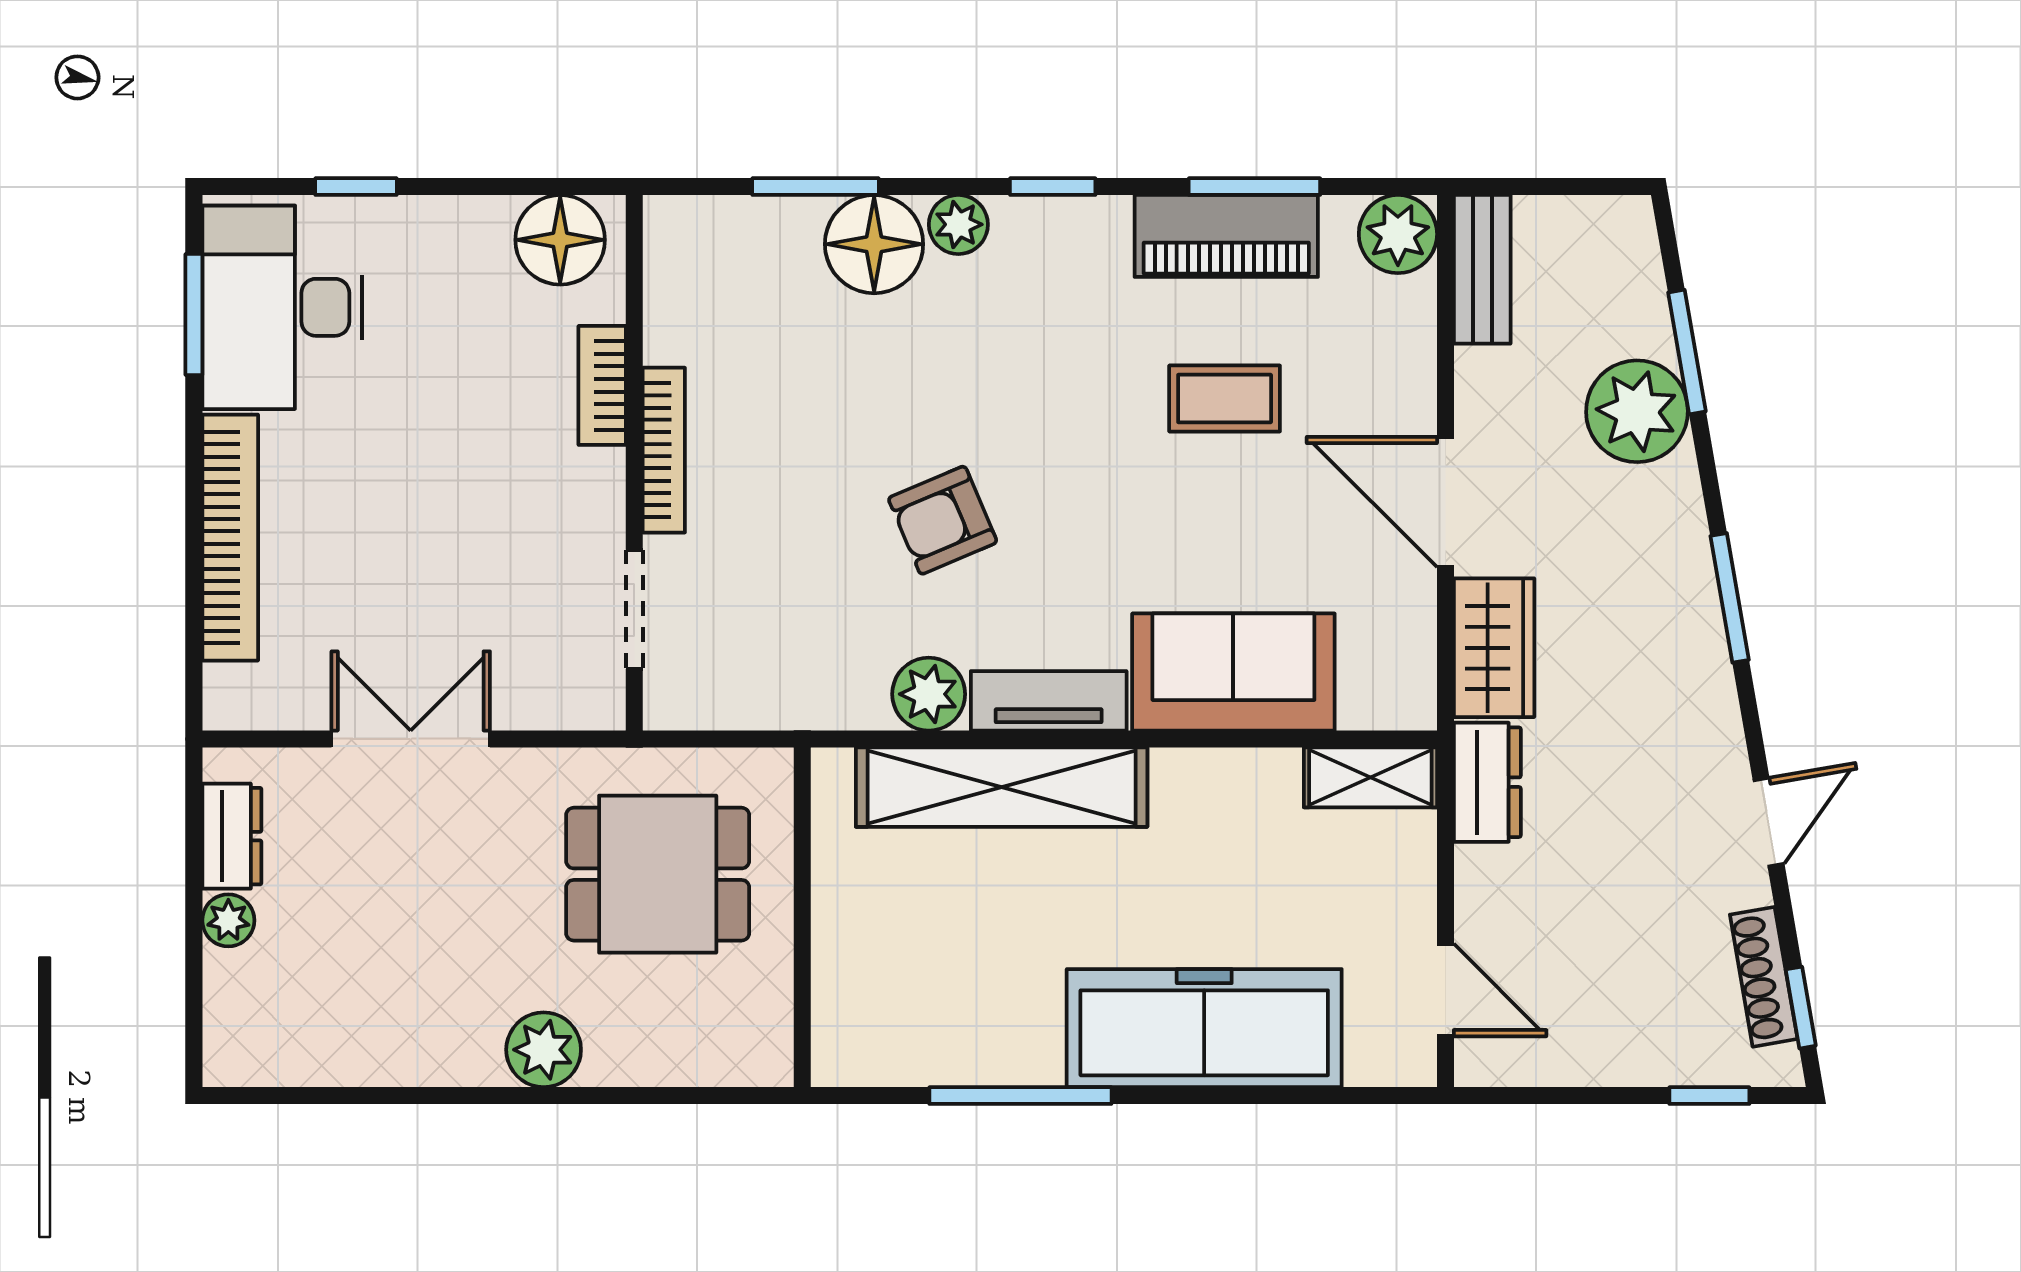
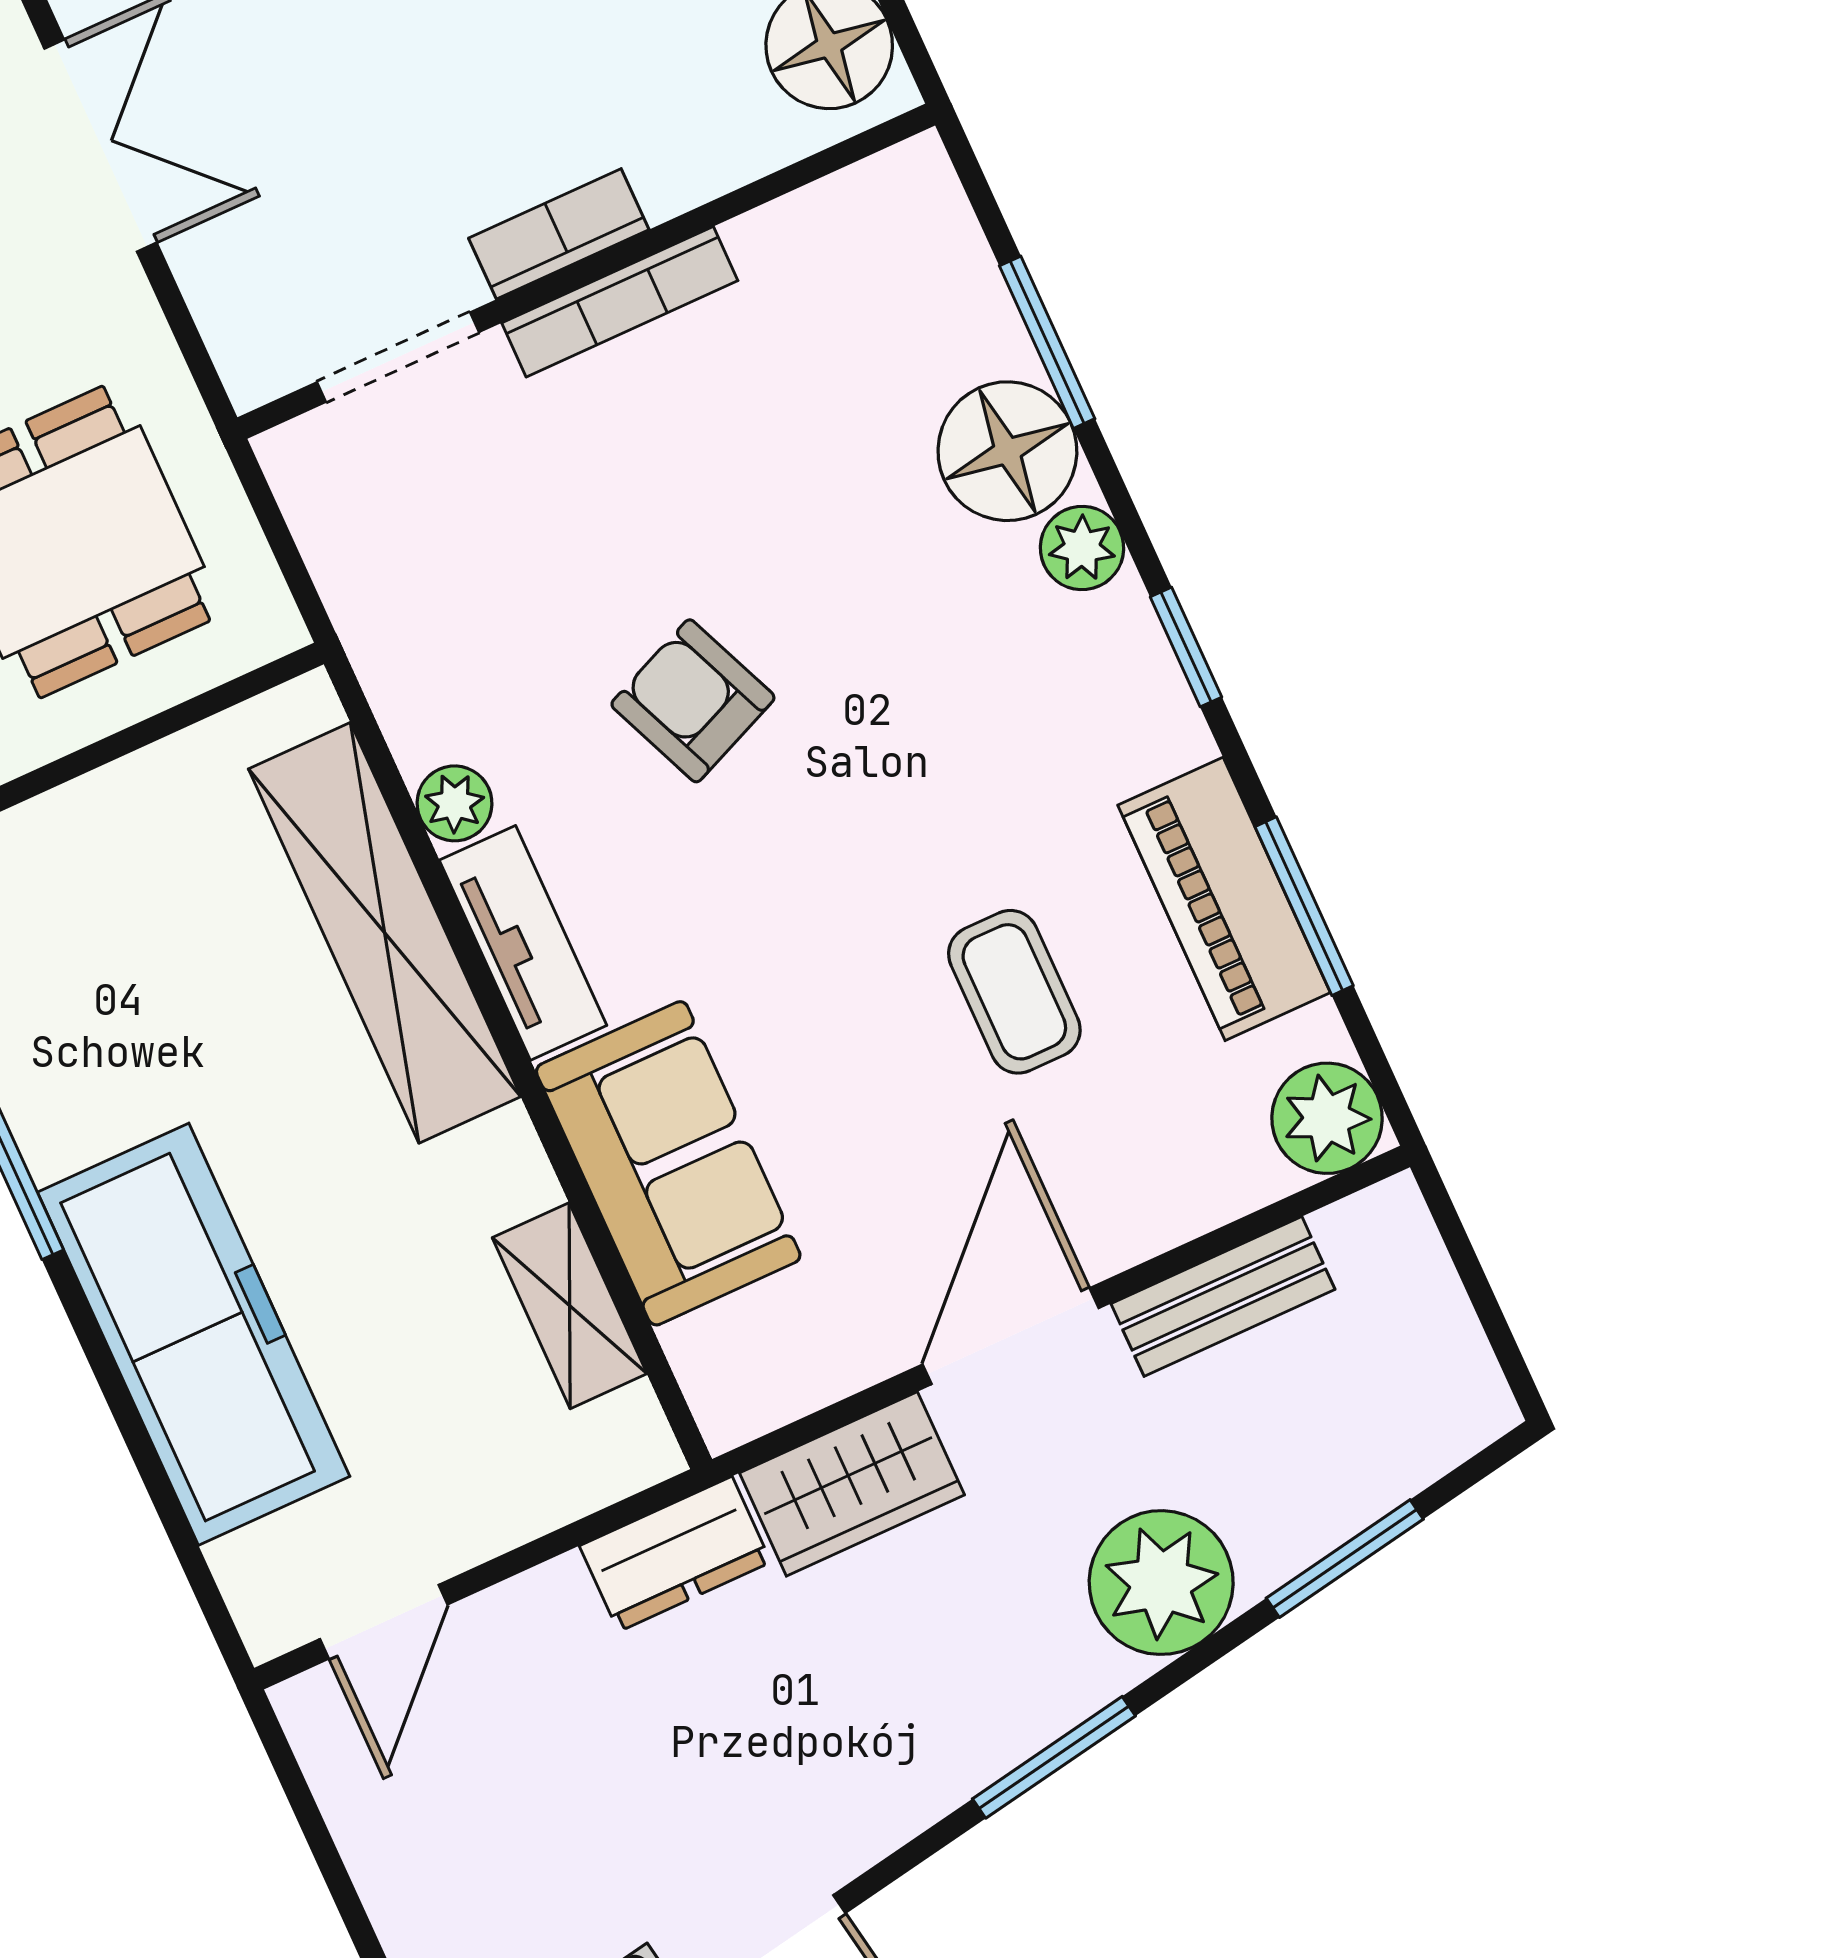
bench: (1482, 269) -> (1223, 1296), moved
bookcase: (602, 385) -> (559, 234), moved
plant: (1637, 411) -> (1161, 1583), moved
plant: (929, 694) -> (454, 803), width x0.73, depth x0.73
shelving: (1370, 777) -> (570, 1306), moved

